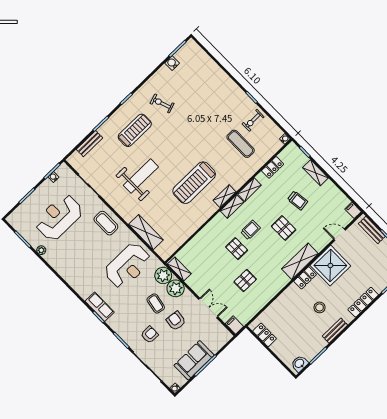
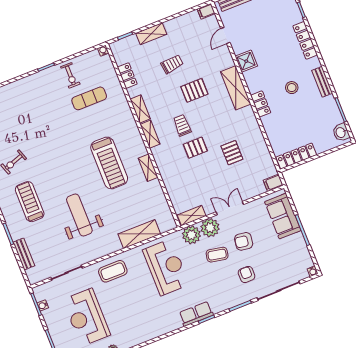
shelving: (224, 196) -> (148, 168), moved
shower: (330, 266) -> (246, 61), width x0.54, depth x0.54
locker: (305, 278) -> (261, 104), moved
double door: (208, 308) -> (230, 208), moved
locker: (265, 335) -> (296, 156), width x1.53
sofa: (194, 360) -> (283, 216), moved

